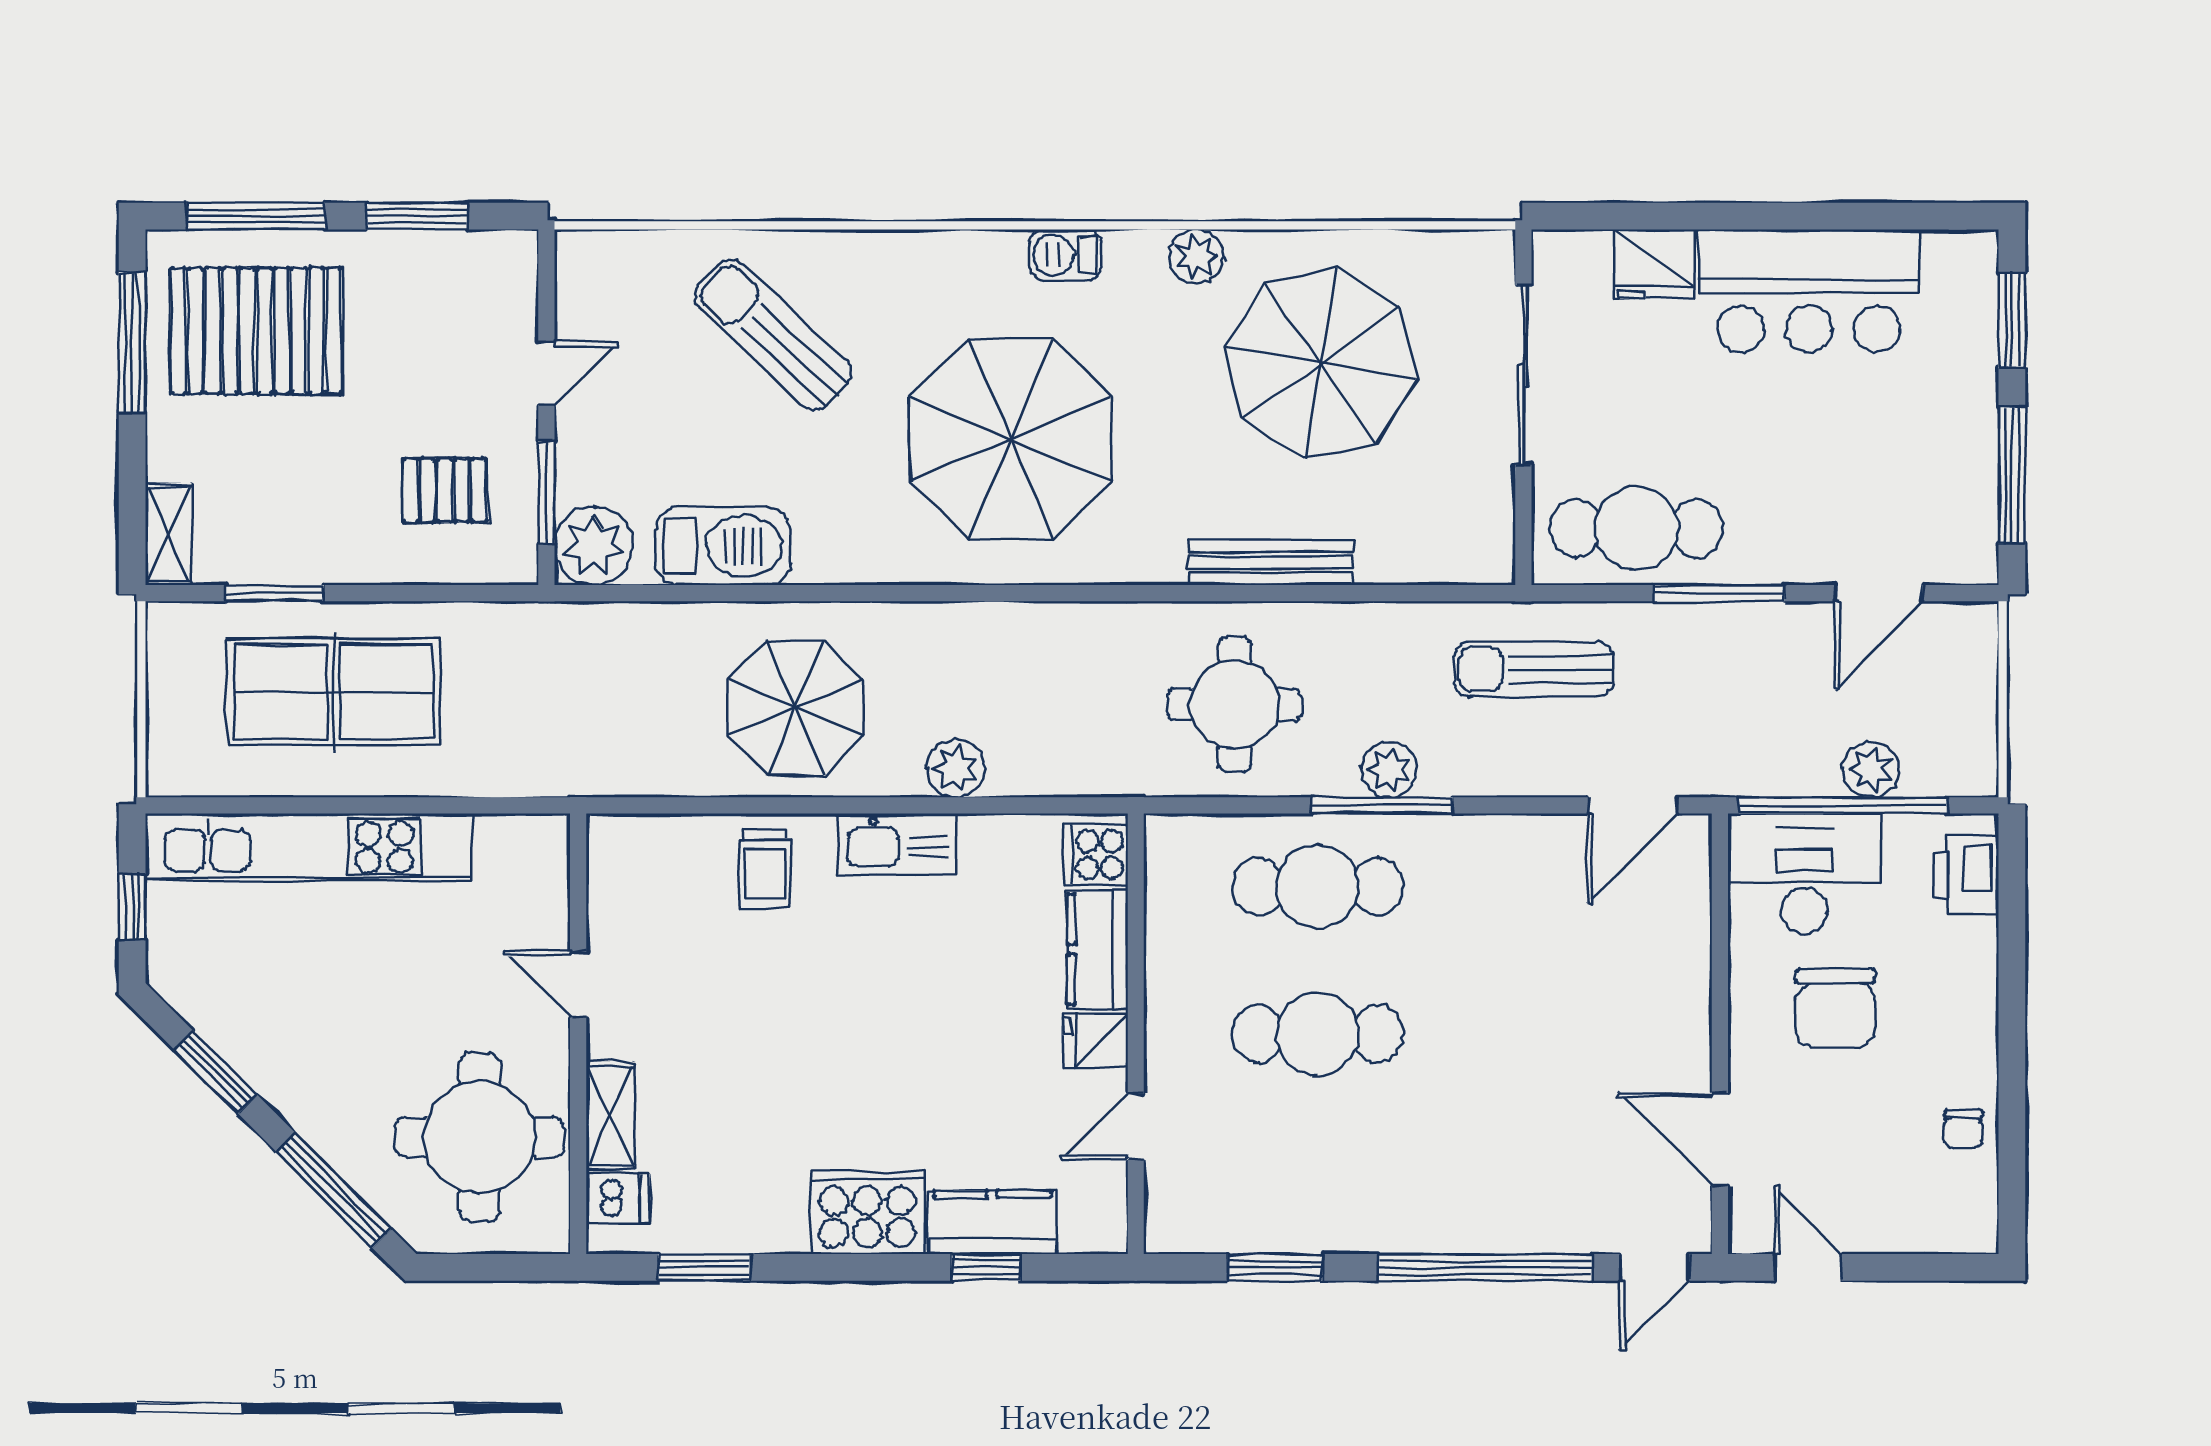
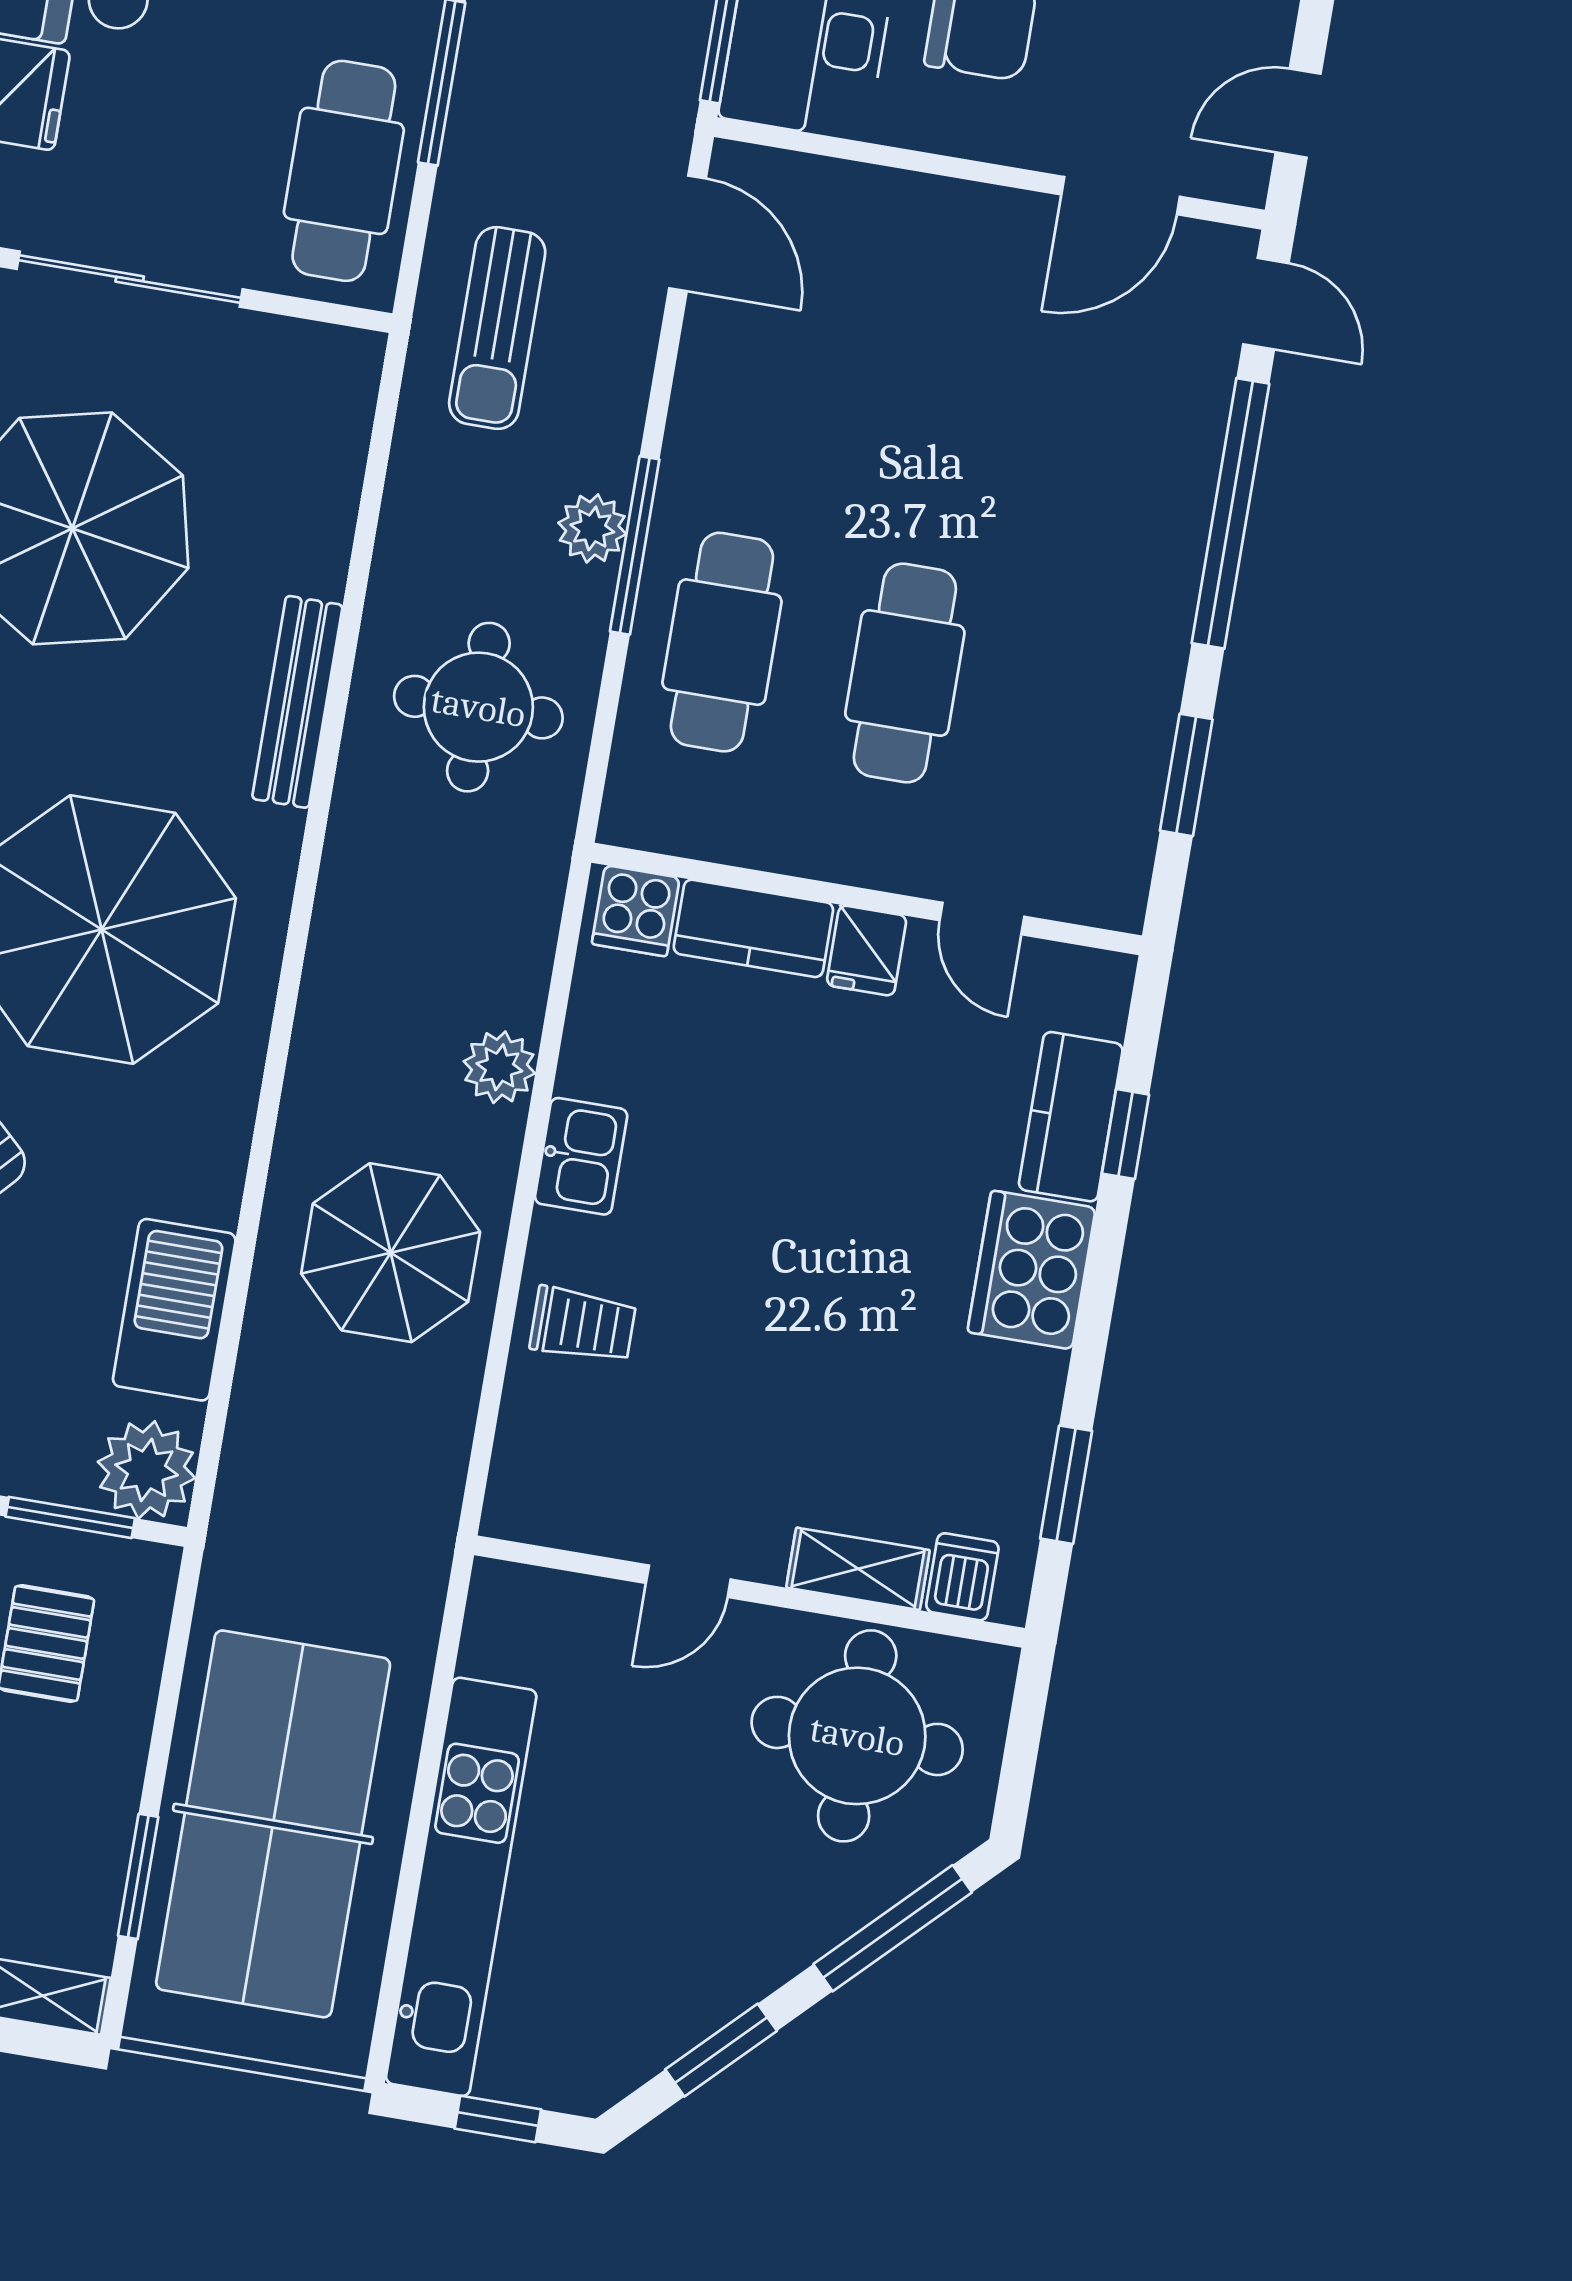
bench: (1271, 562) -> (297, 702), moved
table tennis table: (333, 692) -> (273, 1824), width x1.36, depth x1.32
kitchen sink: (897, 844) -> (581, 1156), width x0.73

